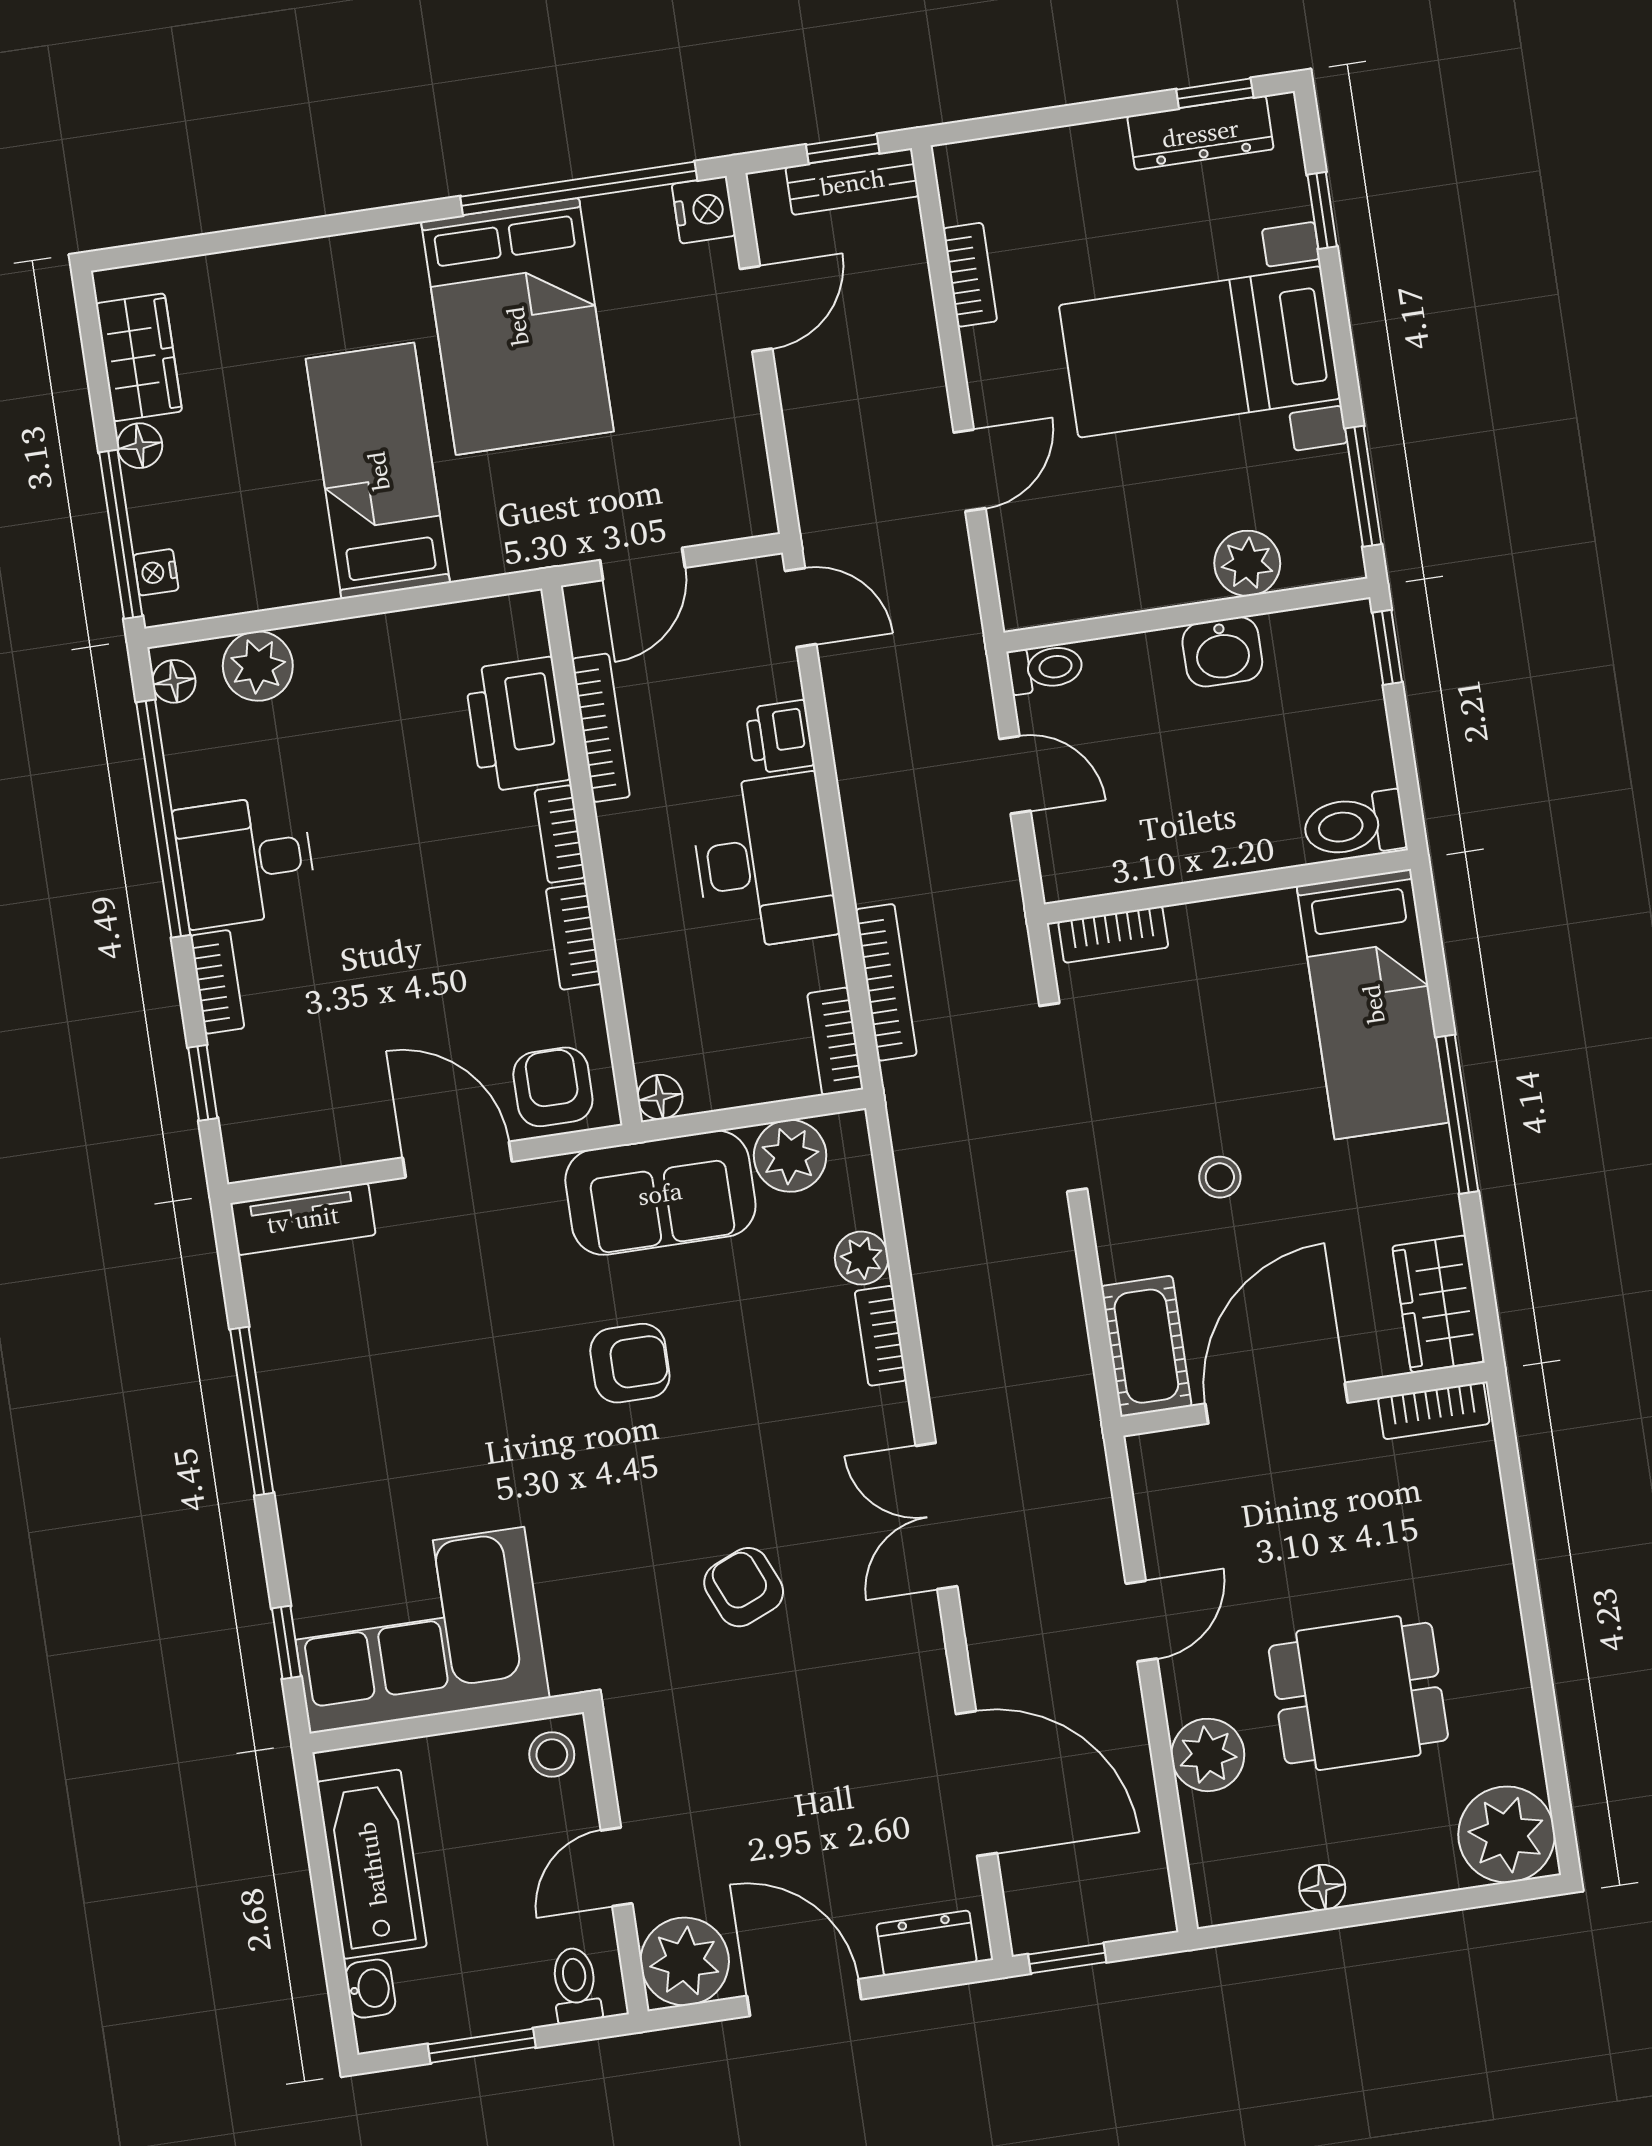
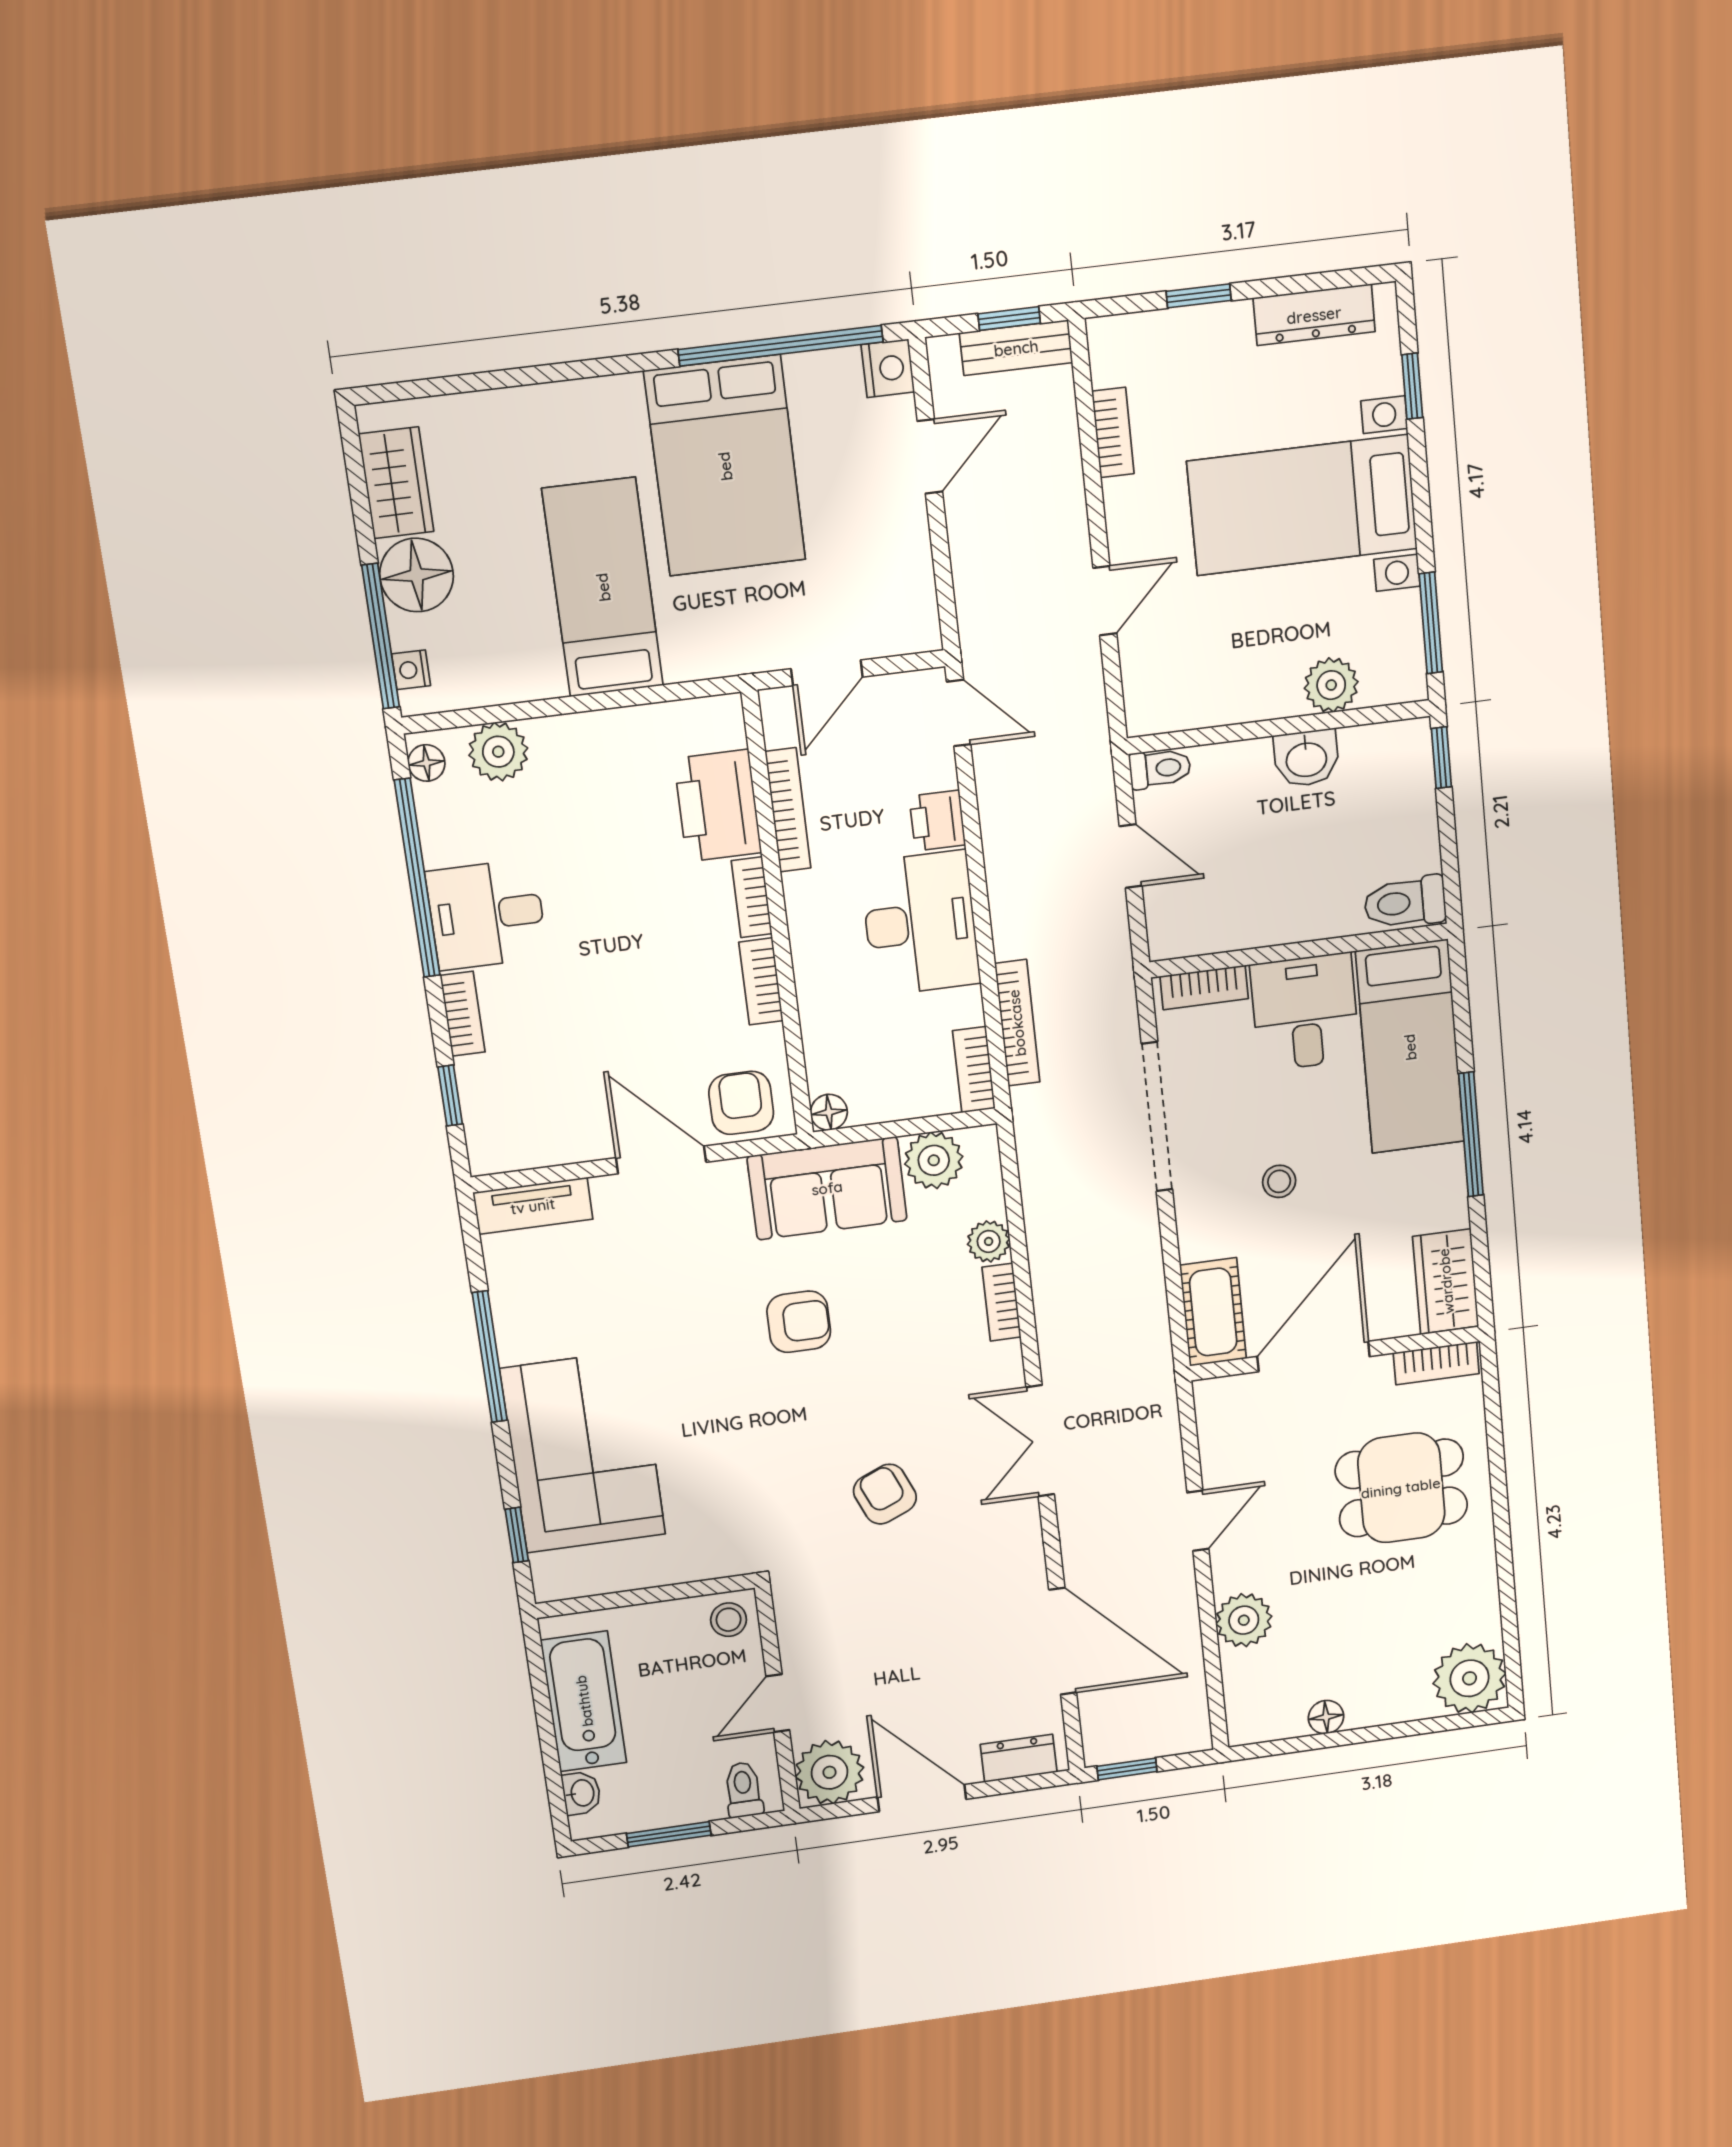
window: (1215, 93) -> (1199, 296), moved
floor lamp: (140, 446) -> (417, 575), width x1.89, depth x1.89
desk: (1239, 963) -> (1305, 1012), added
corner sofa: (417, 1630) -> (583, 1452), moved, turned 90
dining table: (1358, 1693) -> (1401, 1488), moved

